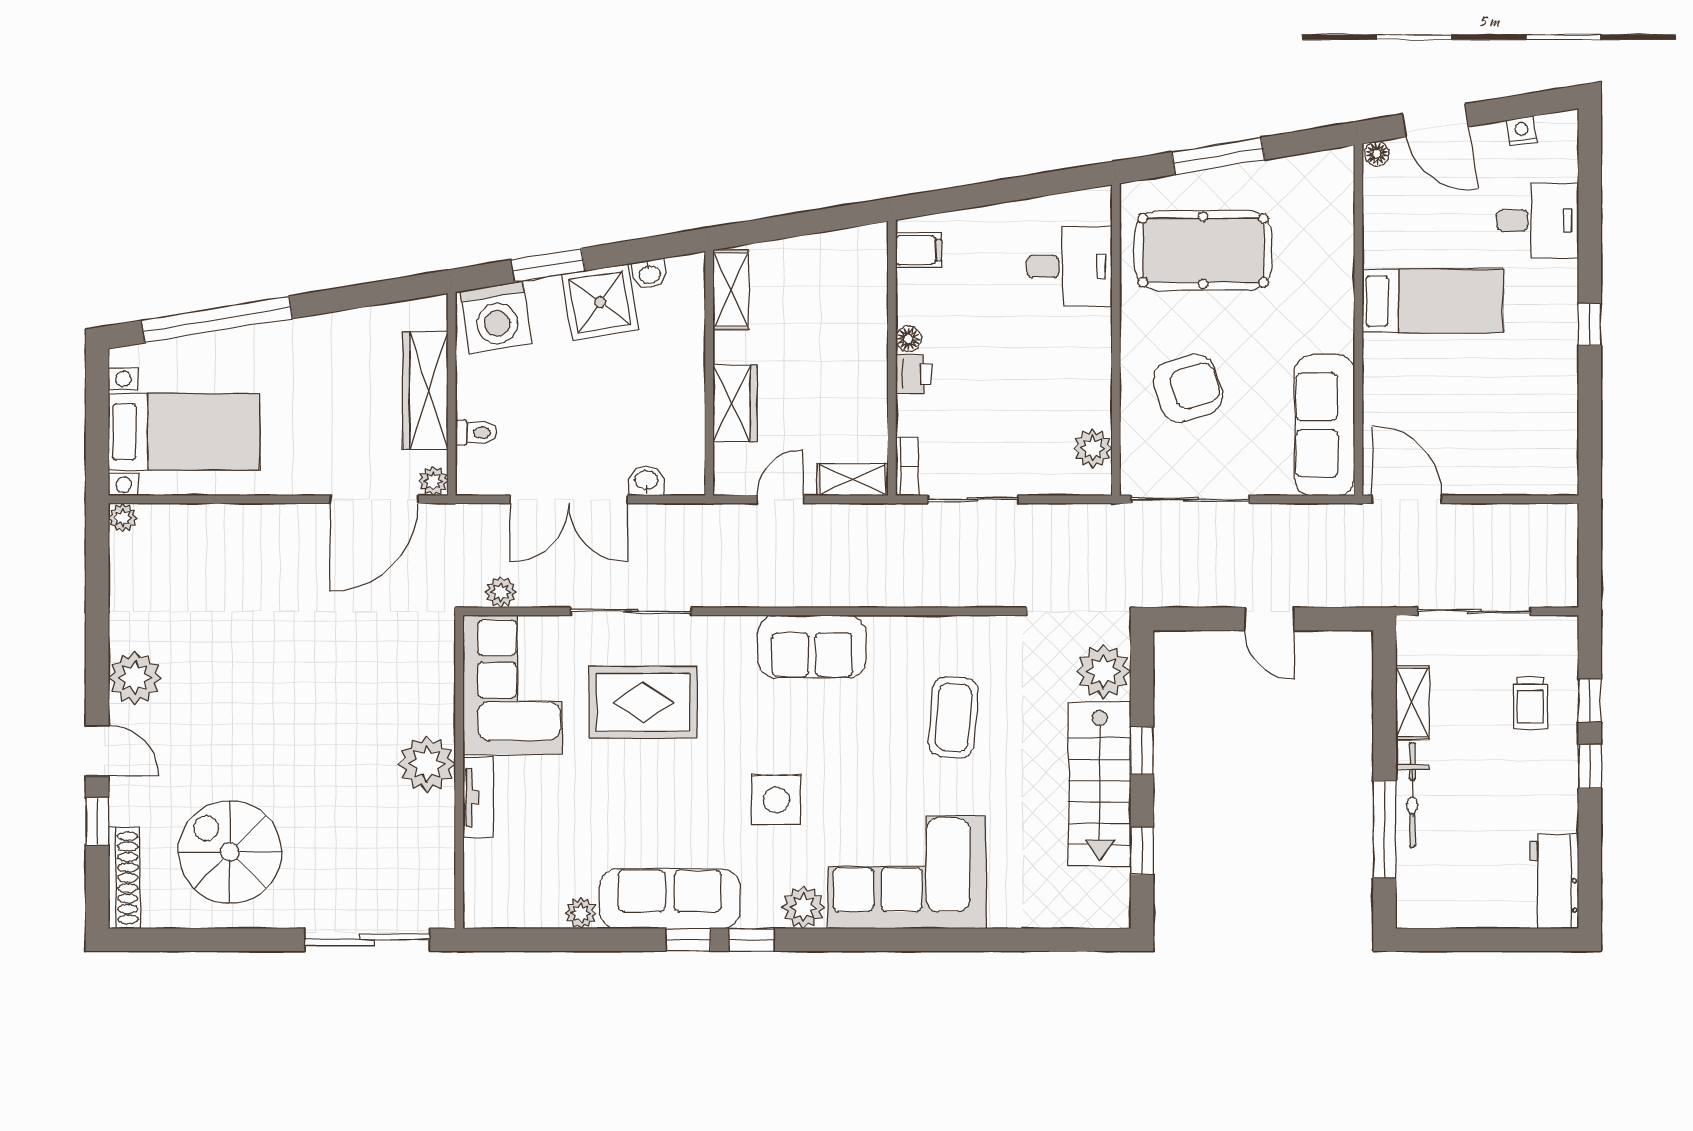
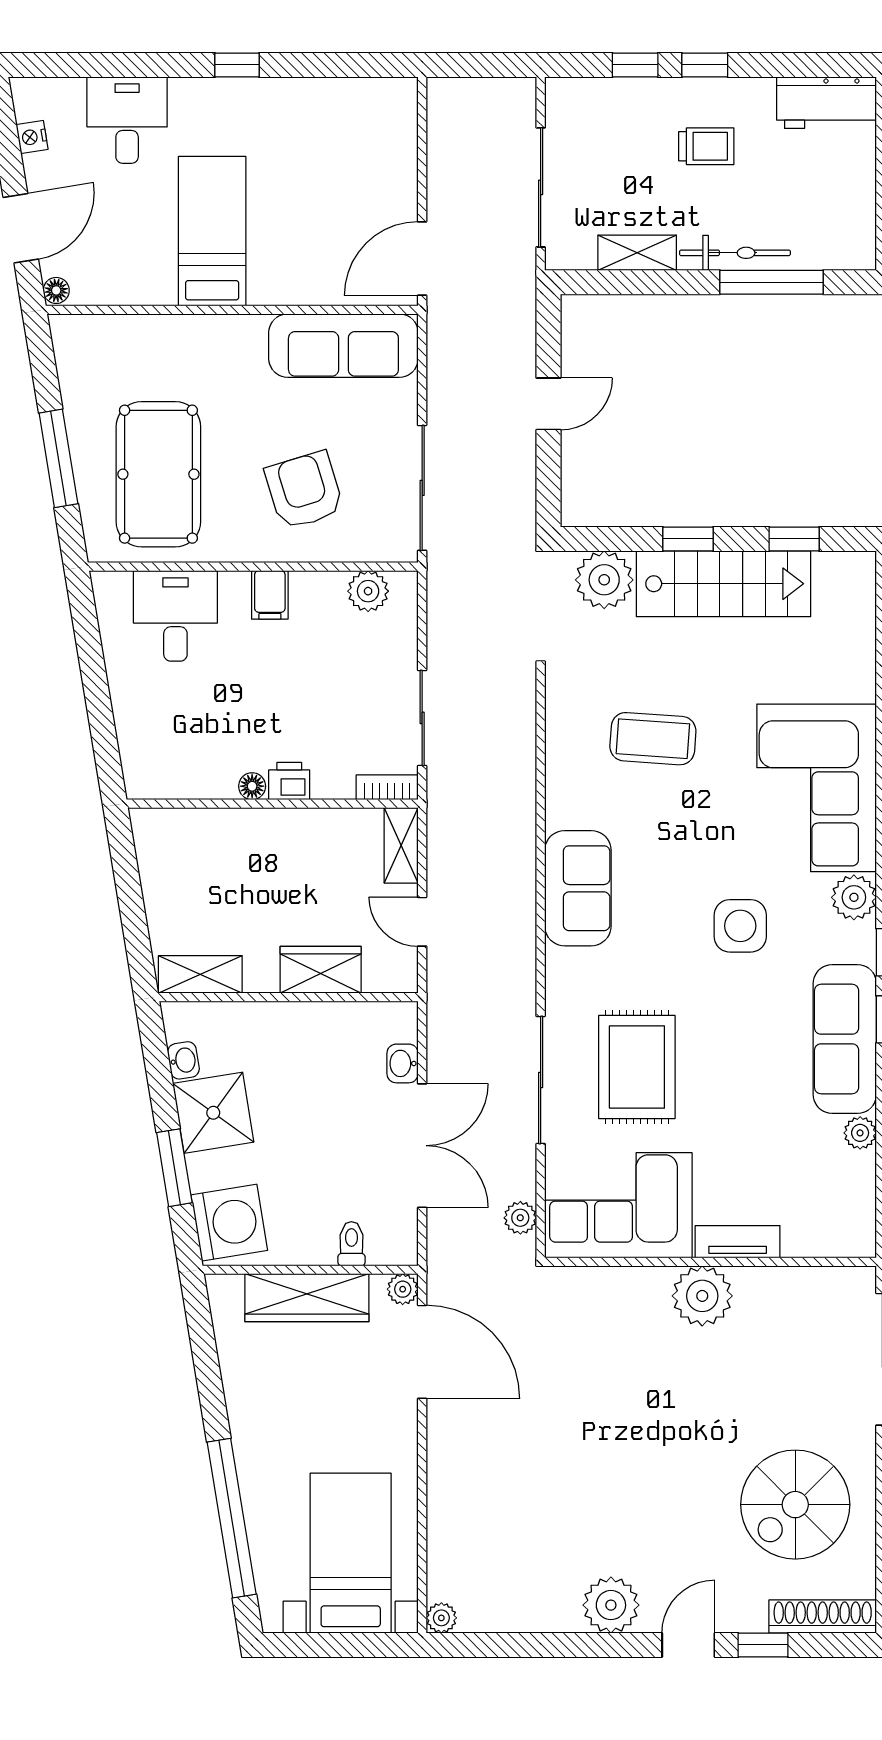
filing cabinet: (919, 250) -> (270, 595), moved, turned 180
trolley: (1530, 703) -> (706, 146), moved

